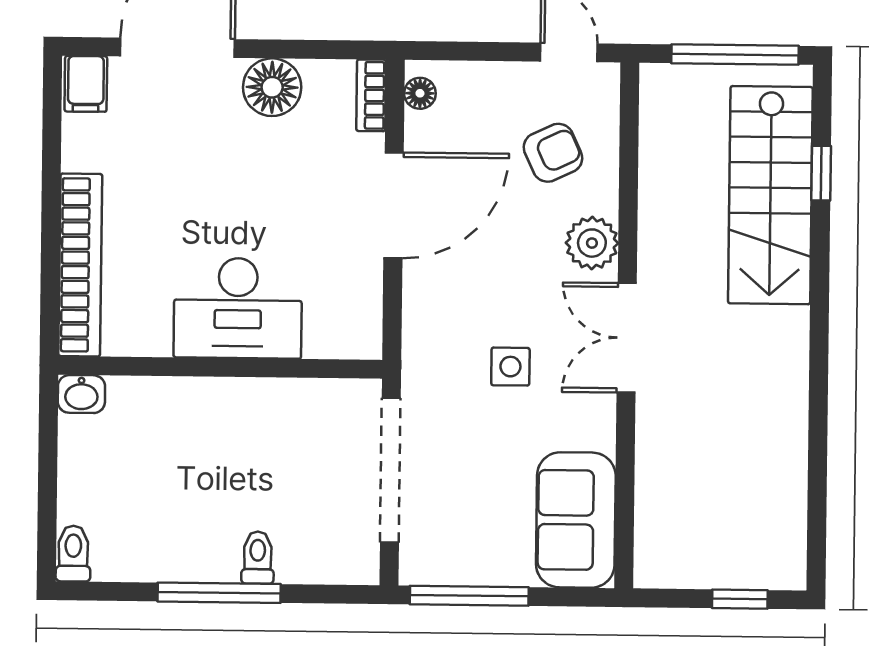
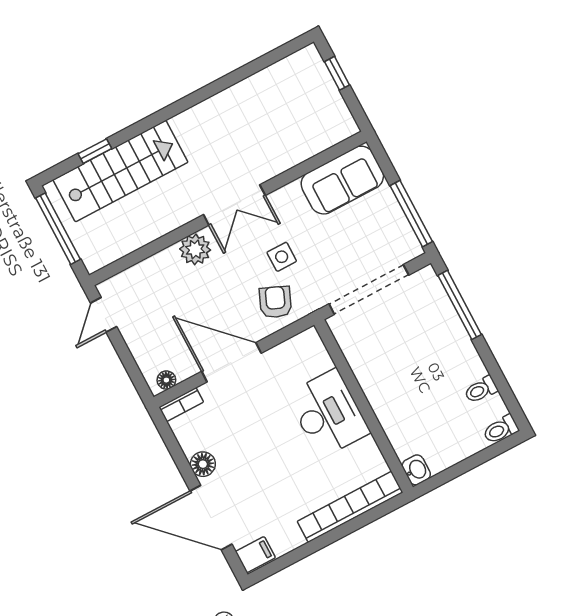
floor lamp: (272, 87) -> (203, 464), width x0.73, depth x0.73
armchair: (553, 153) -> (275, 302), moved, turned 48
toilet: (258, 558) -> (481, 390), moved
window: (219, 593) -> (460, 305), moved

